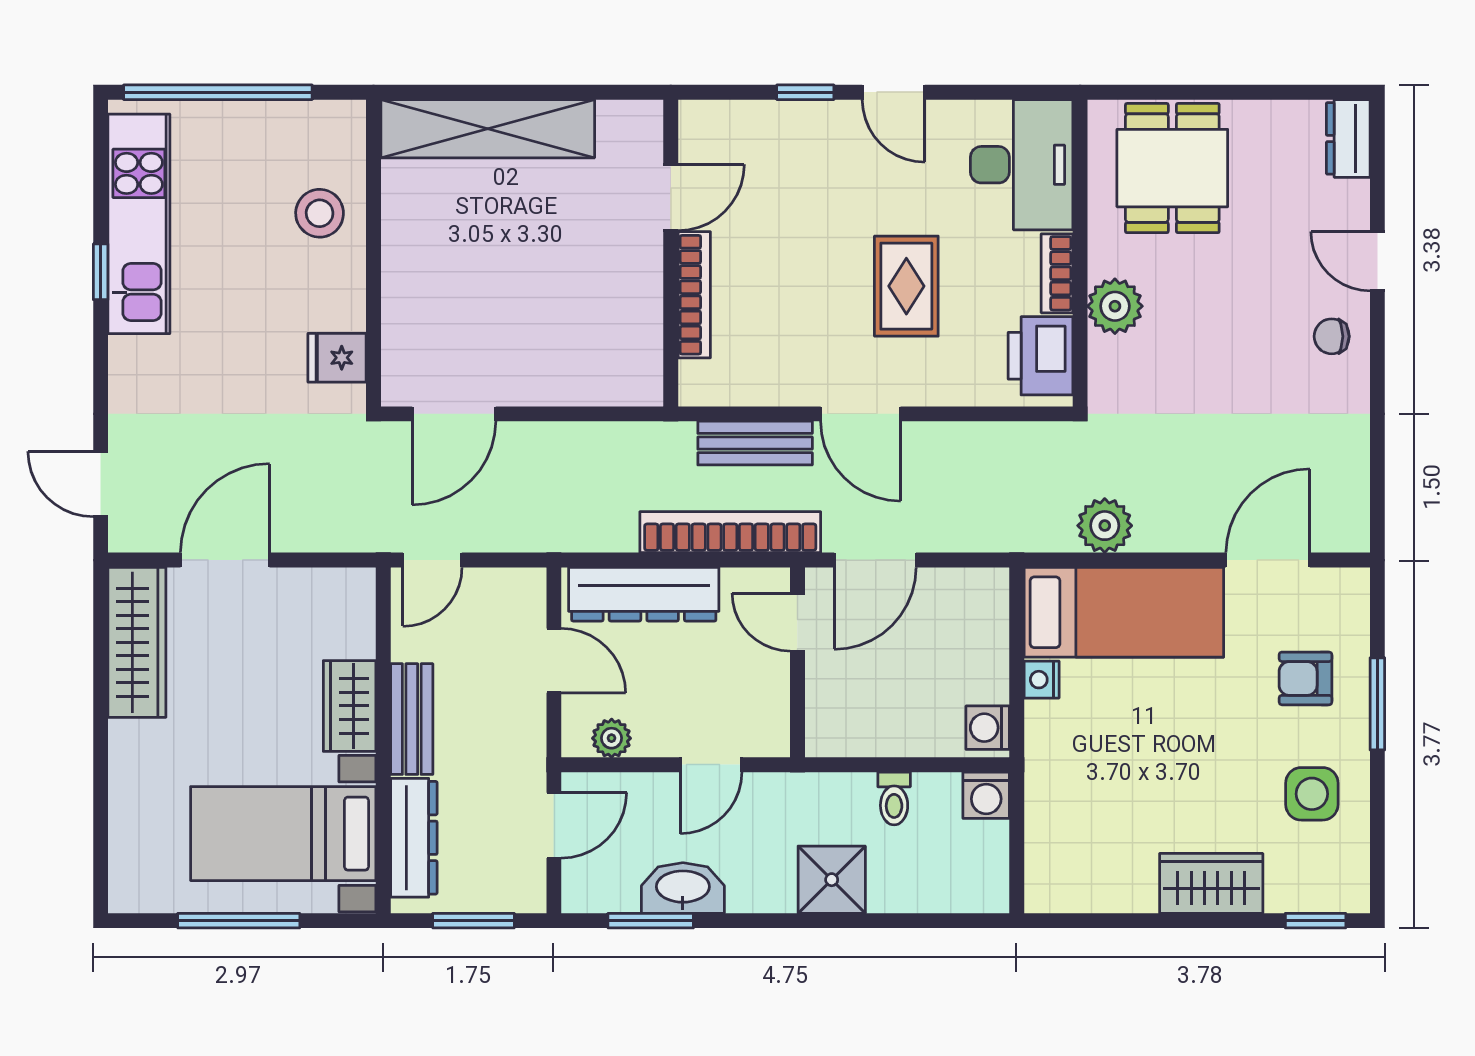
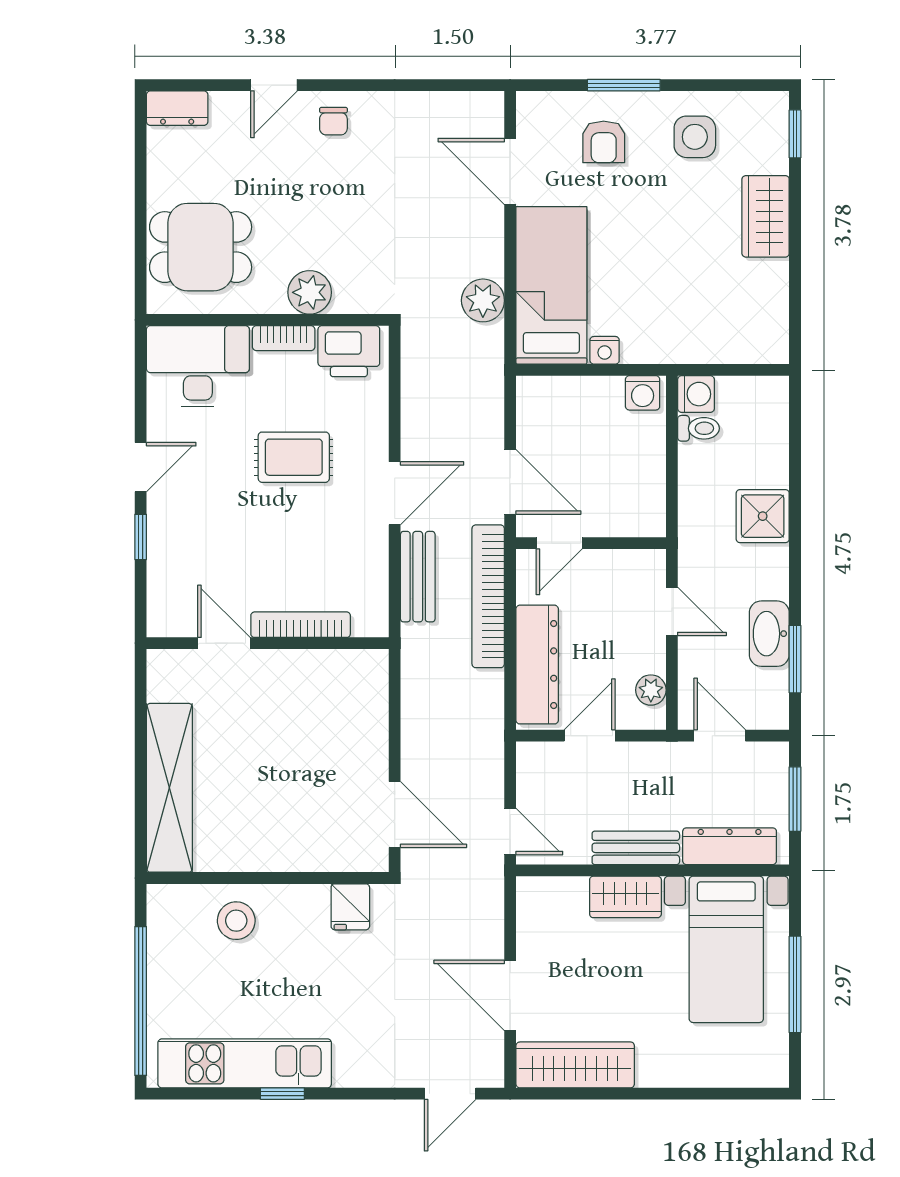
toilet: (894, 798) -> (699, 428), moved

